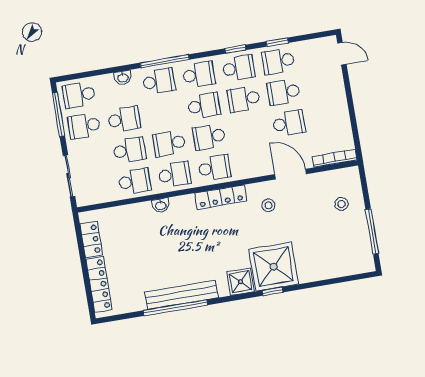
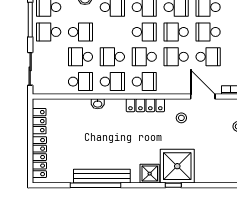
school desk: (249, 130) -> (176, 57), added
school desk: (129, 150) -> (80, 57), turned 180

